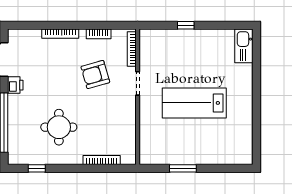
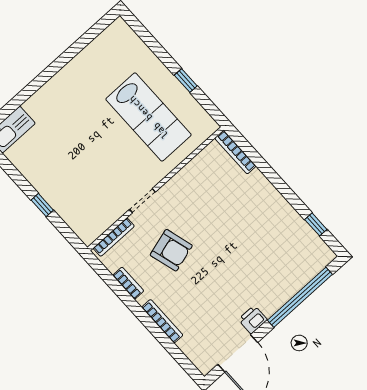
lab bench: (194, 103) -> (148, 117), moved
round table: (59, 127) -> (255, 239), removed
bookcase: (102, 160) -> (235, 152), moved
window: (183, 168) -> (186, 80), width x0.67

